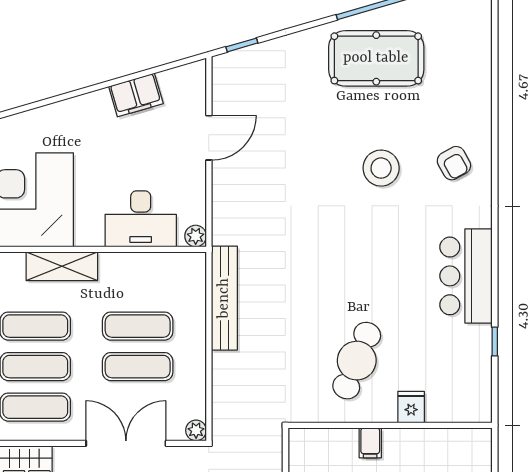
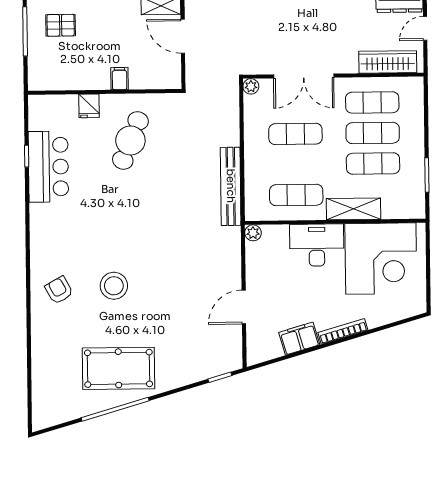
bookcase: (78, 104) -> (343, 331), added
desk: (141, 219) -> (317, 245), moved
bar counter: (466, 276) -> (48, 167), moved
exercise mat: (138, 326) -> (296, 195), moved

